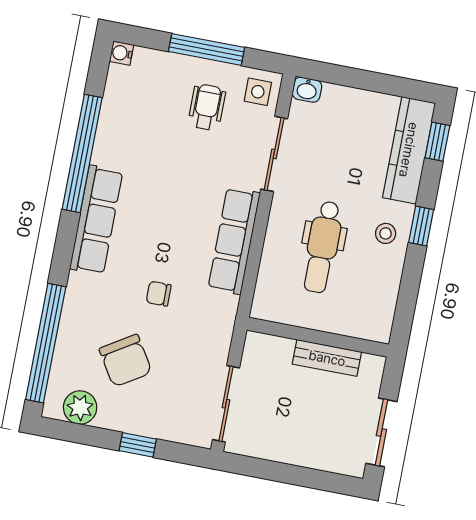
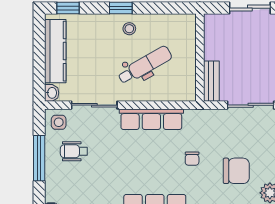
kitchen counter: (409, 150) -> (55, 51), moved, turned -90
dental chair: (322, 247) -> (145, 65), turned -30
bench: (327, 358) -> (211, 81), moved
chair: (126, 361) -> (236, 171), turned 32

